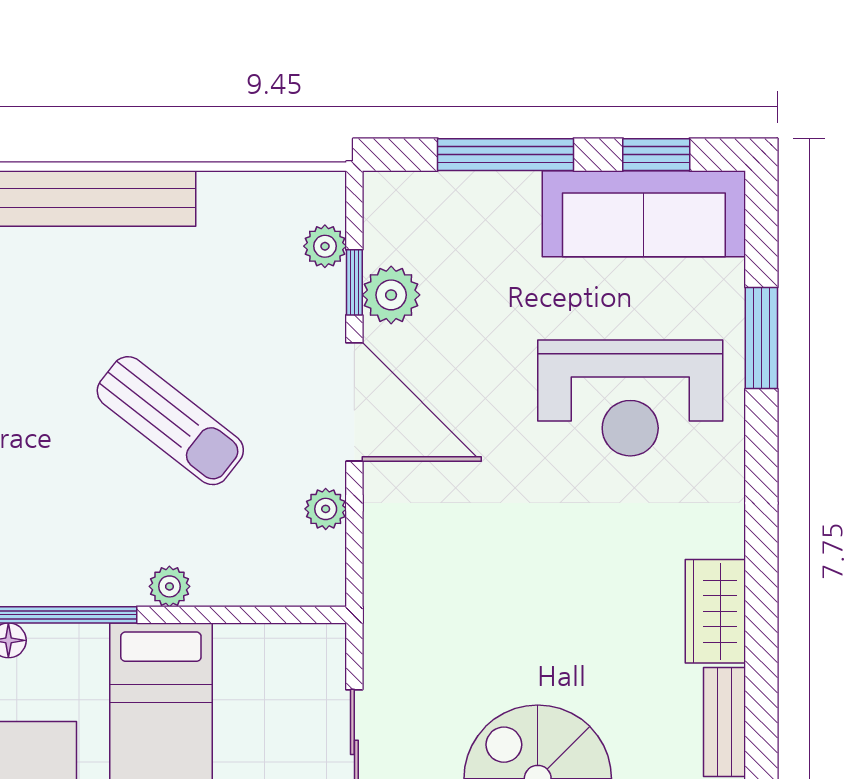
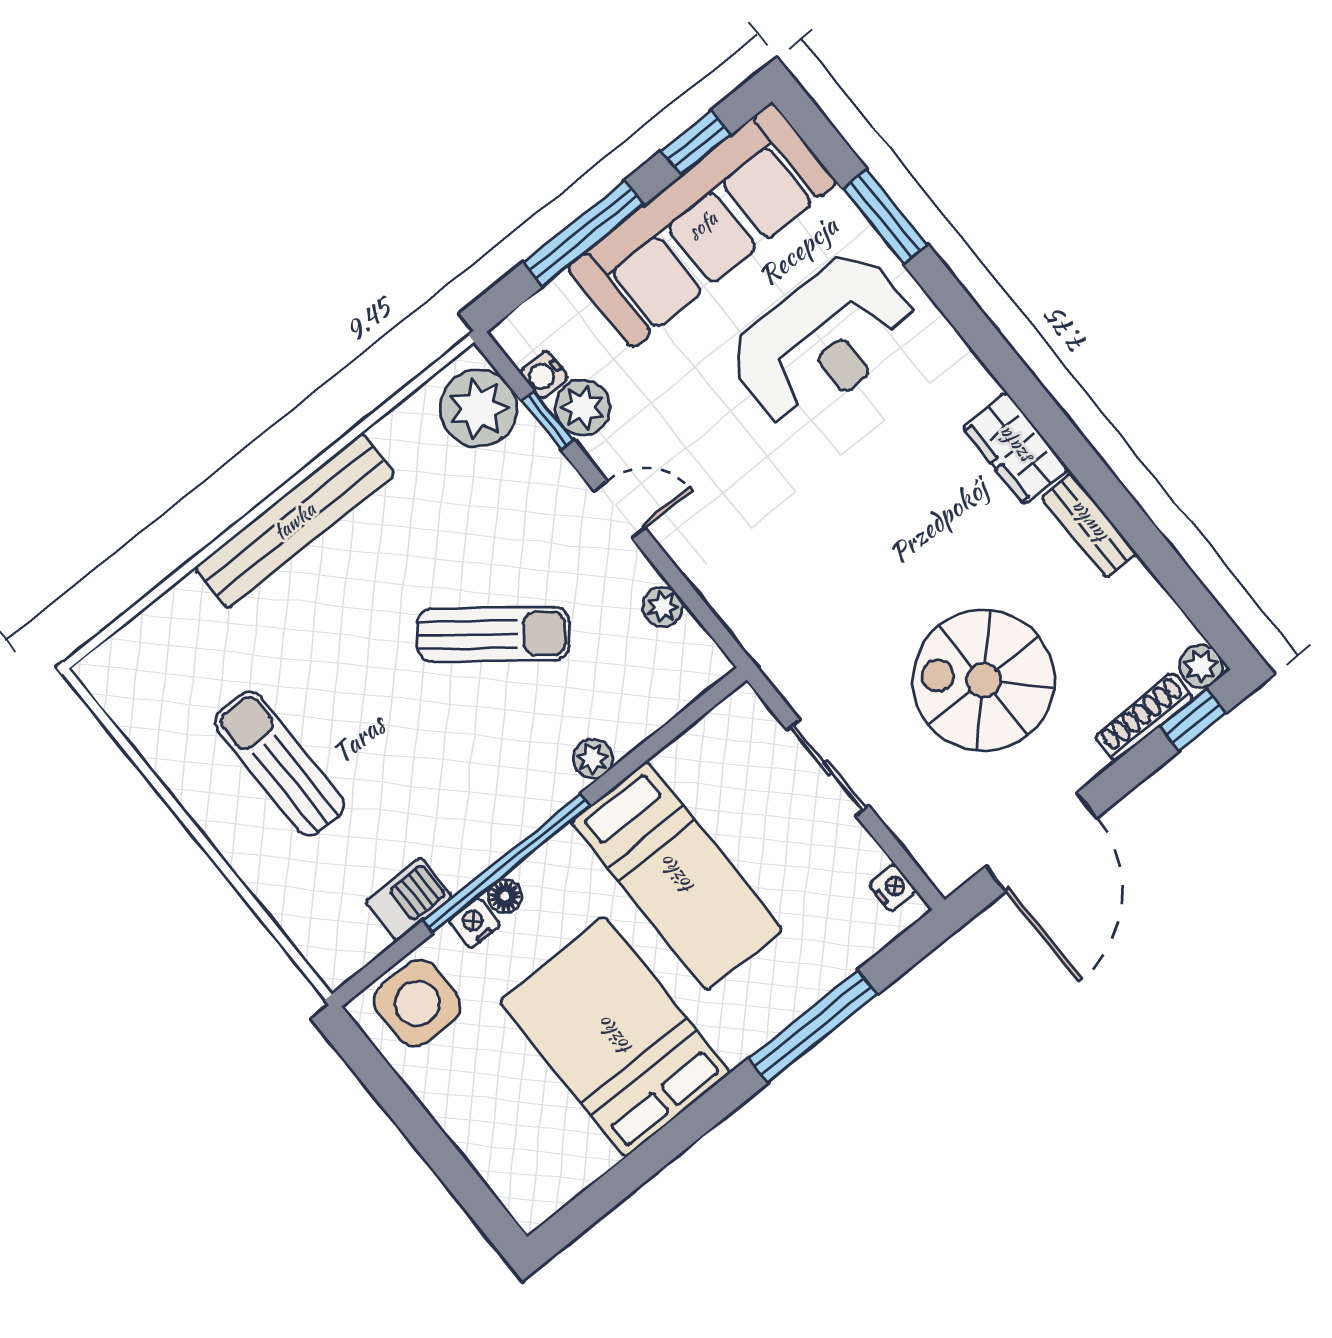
sofa: (644, 214) -> (702, 225), width x1.36, depth x1.27
water cooler: (381, 243) -> (544, 375), added
plant: (325, 246) -> (479, 408), width x1.88, depth x1.88
door: (354, 402) -> (620, 510), width x0.53

